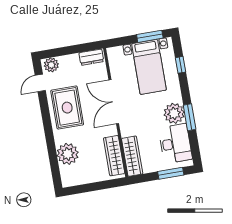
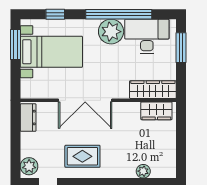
rug: (67, 108) -> (82, 156), width x0.73, depth x0.70
window: (190, 117) -> (119, 14), width x2.11
plant: (68, 154) -> (143, 171), width x0.53, depth x0.53
wardrobe: (114, 156) -> (156, 111), width x0.67

